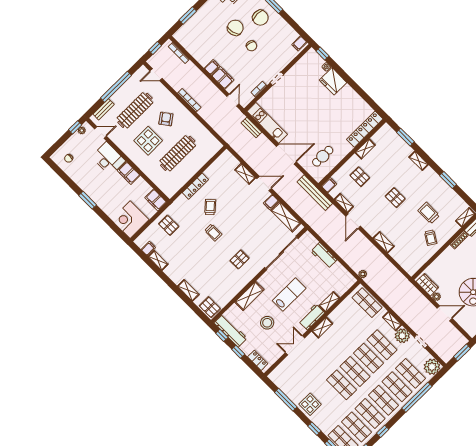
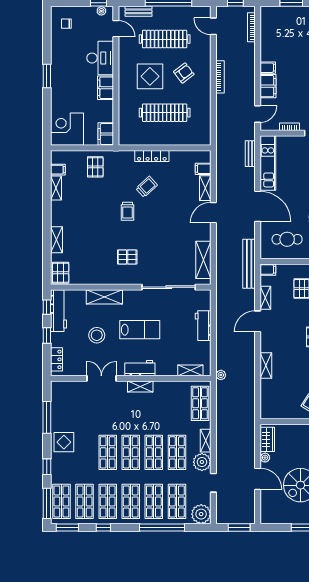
door: (264, 183) -> (213, 213), swing flipped
filing cabinet: (271, 202) -> (203, 169), moved
shelving: (329, 302) -> (190, 370), moved

